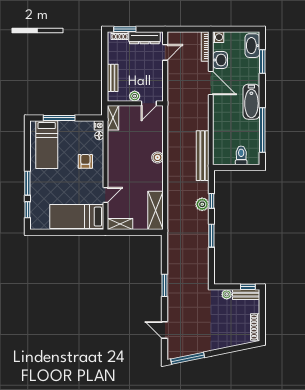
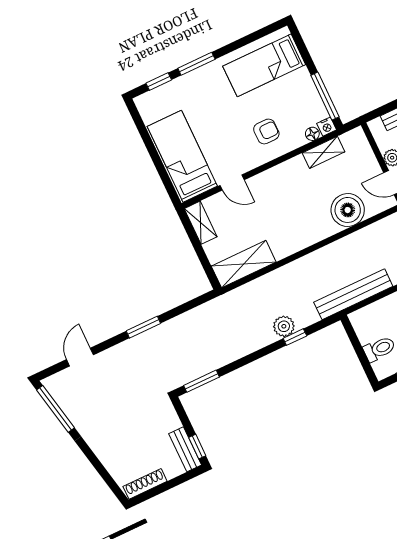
window: (59, 118) -> (325, 96), moved
shelving: (113, 118) -> (324, 152), moved
boiler: (158, 157) -> (348, 210), moved, width x1.86, depth x1.86
window: (211, 236) -> (202, 381), moved
plant: (227, 294) -> (172, 421), removed

